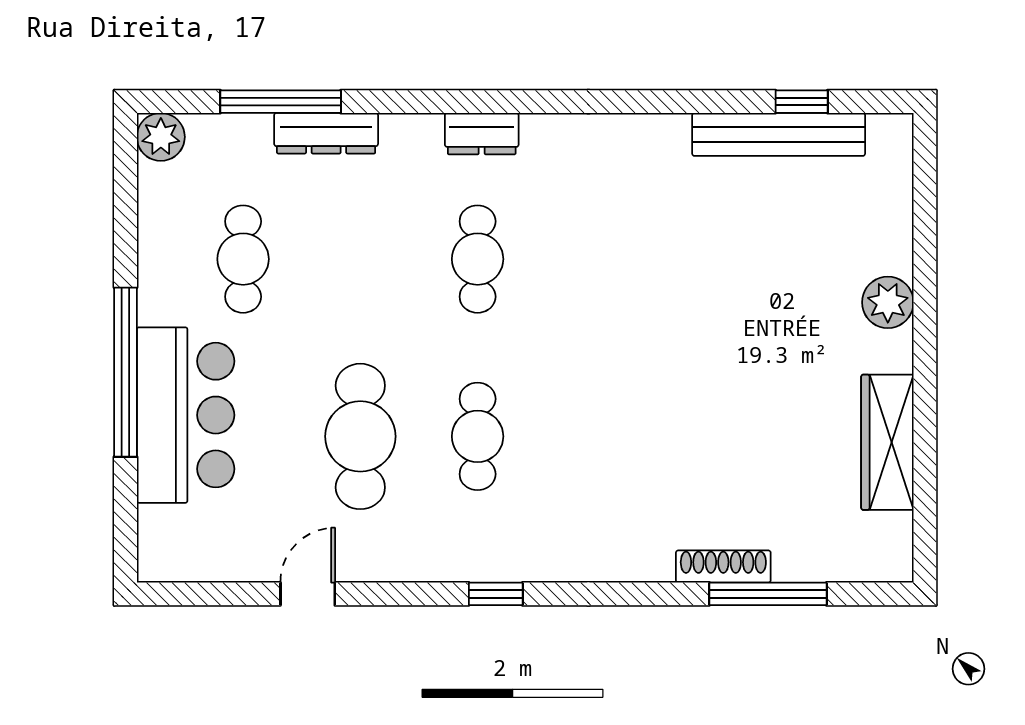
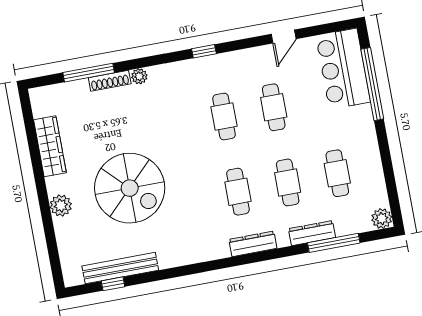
dresser: (482, 134) -> (253, 244), width x1.44
cafe table: (360, 259) -> (288, 182), added
spiral stairs: (723, 313) -> (130, 188), added
window: (125, 372) -> (372, 84), moved
bar counter: (186, 415) -> (343, 69), moved
cafe table: (360, 436) -> (274, 107), width x0.73, depth x0.74
plant: (654, 564) -> (139, 76), added

